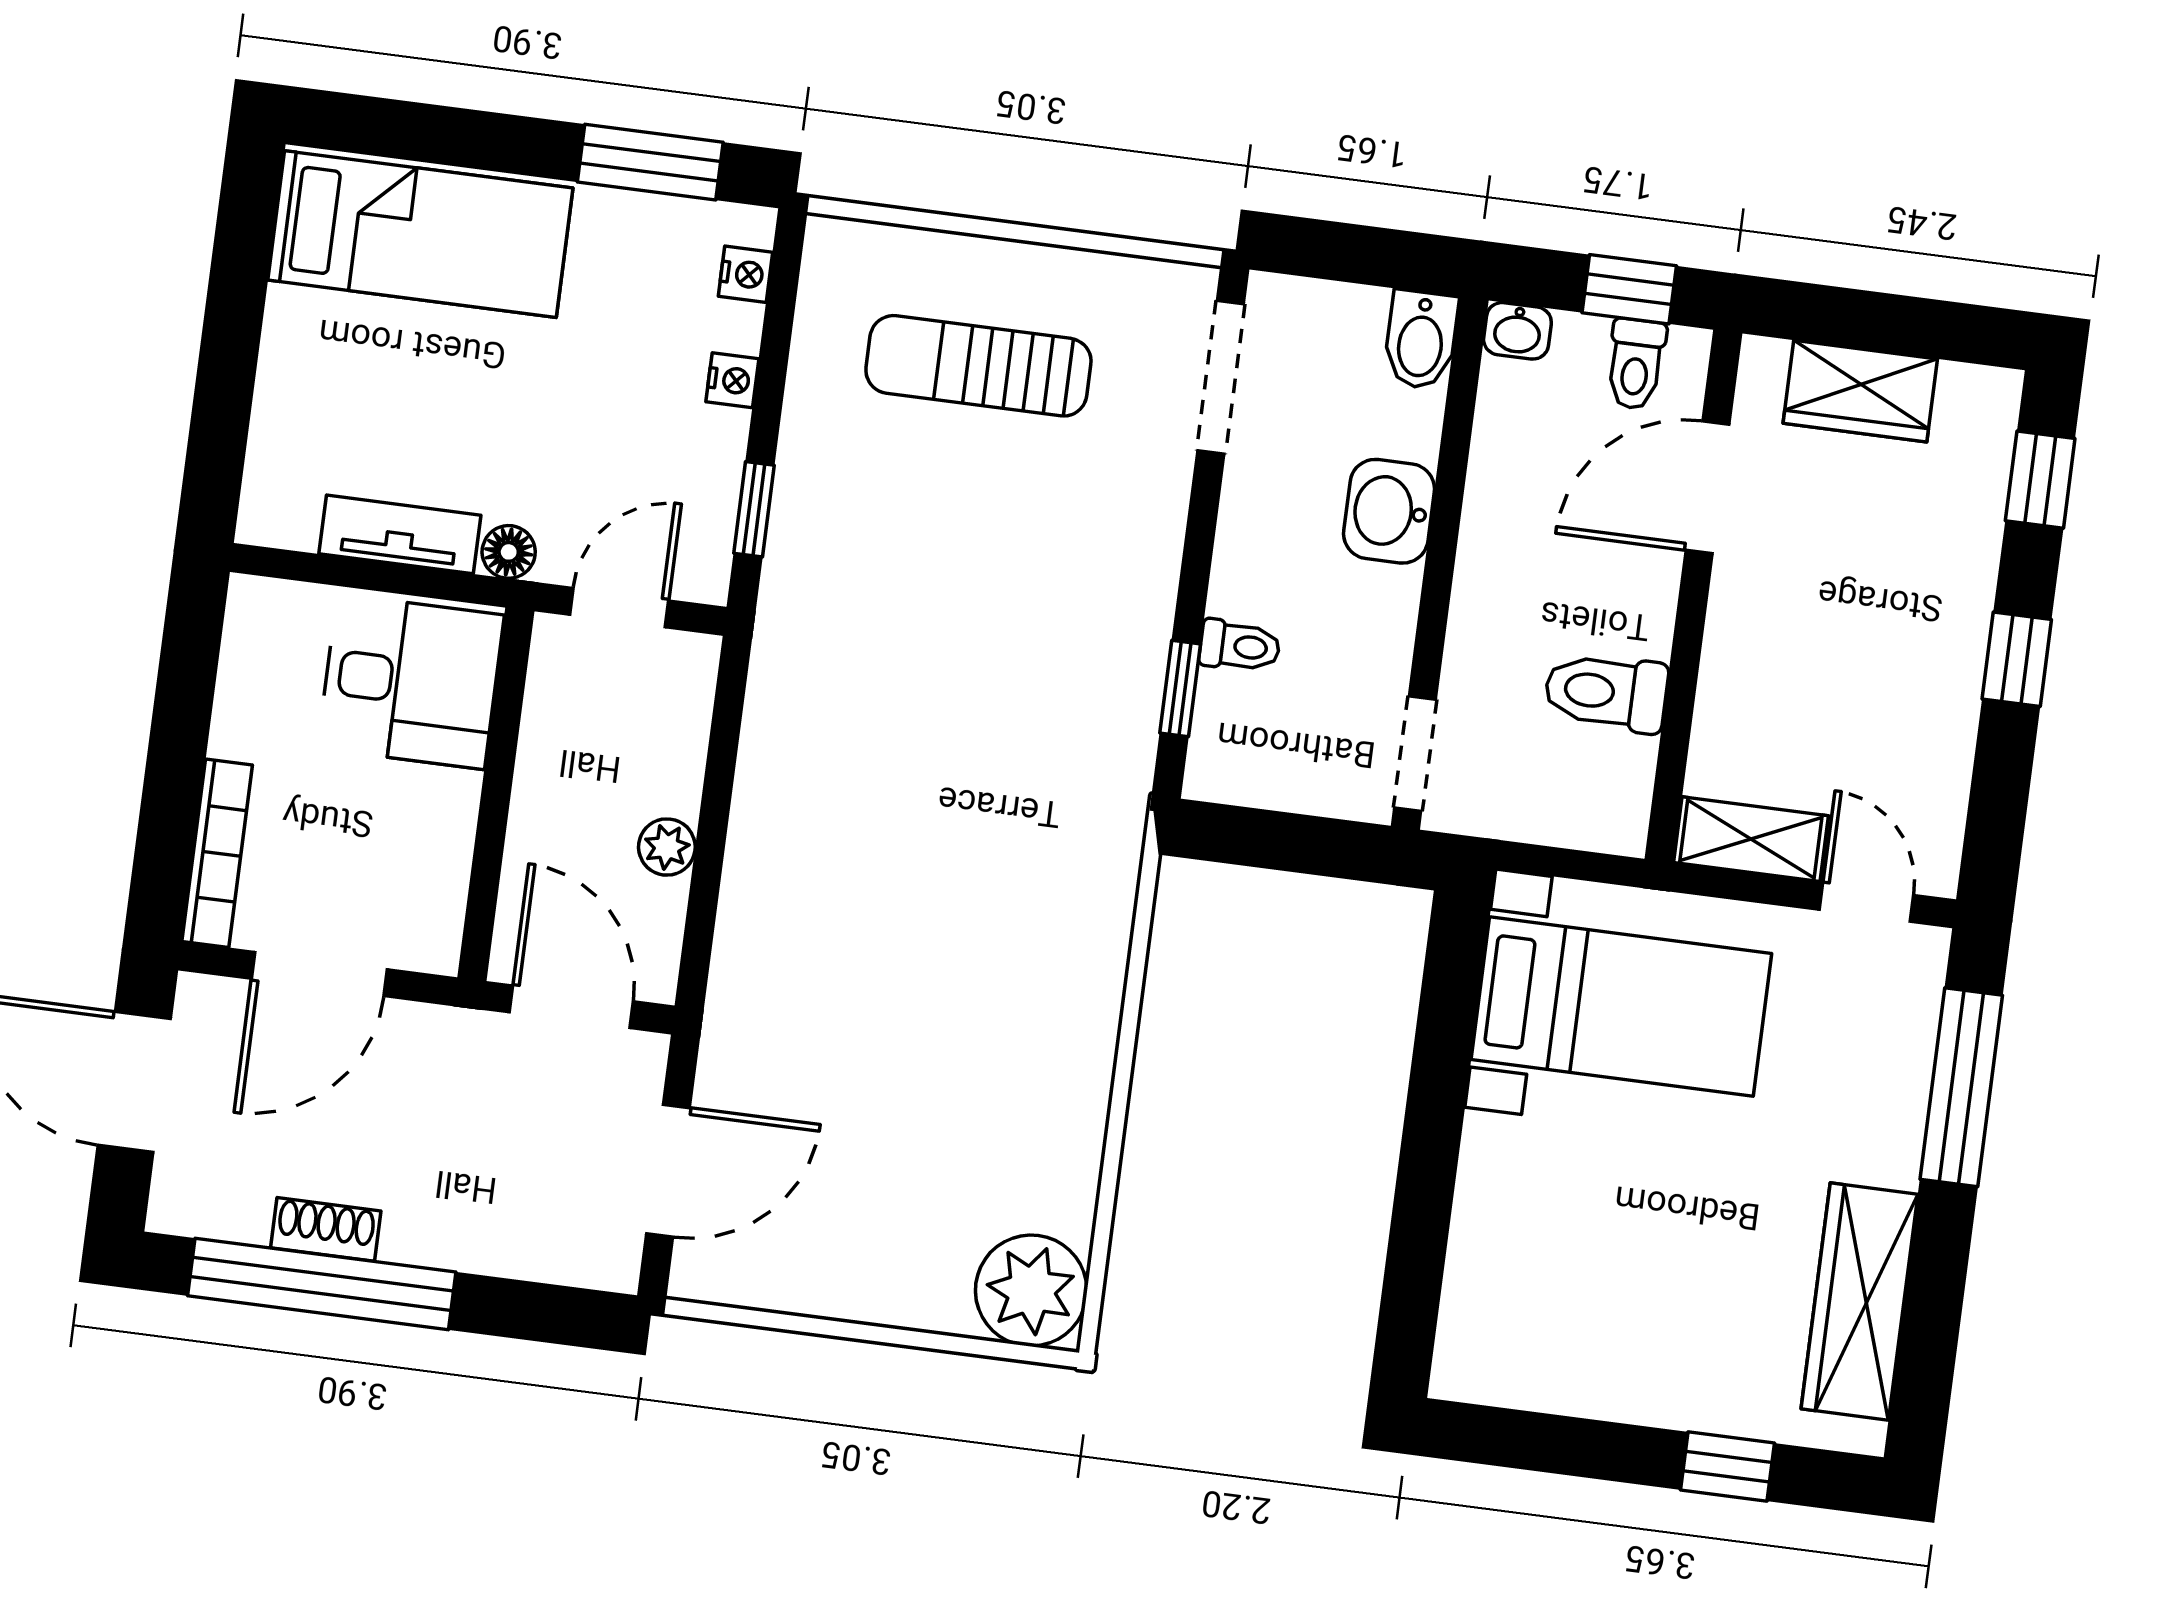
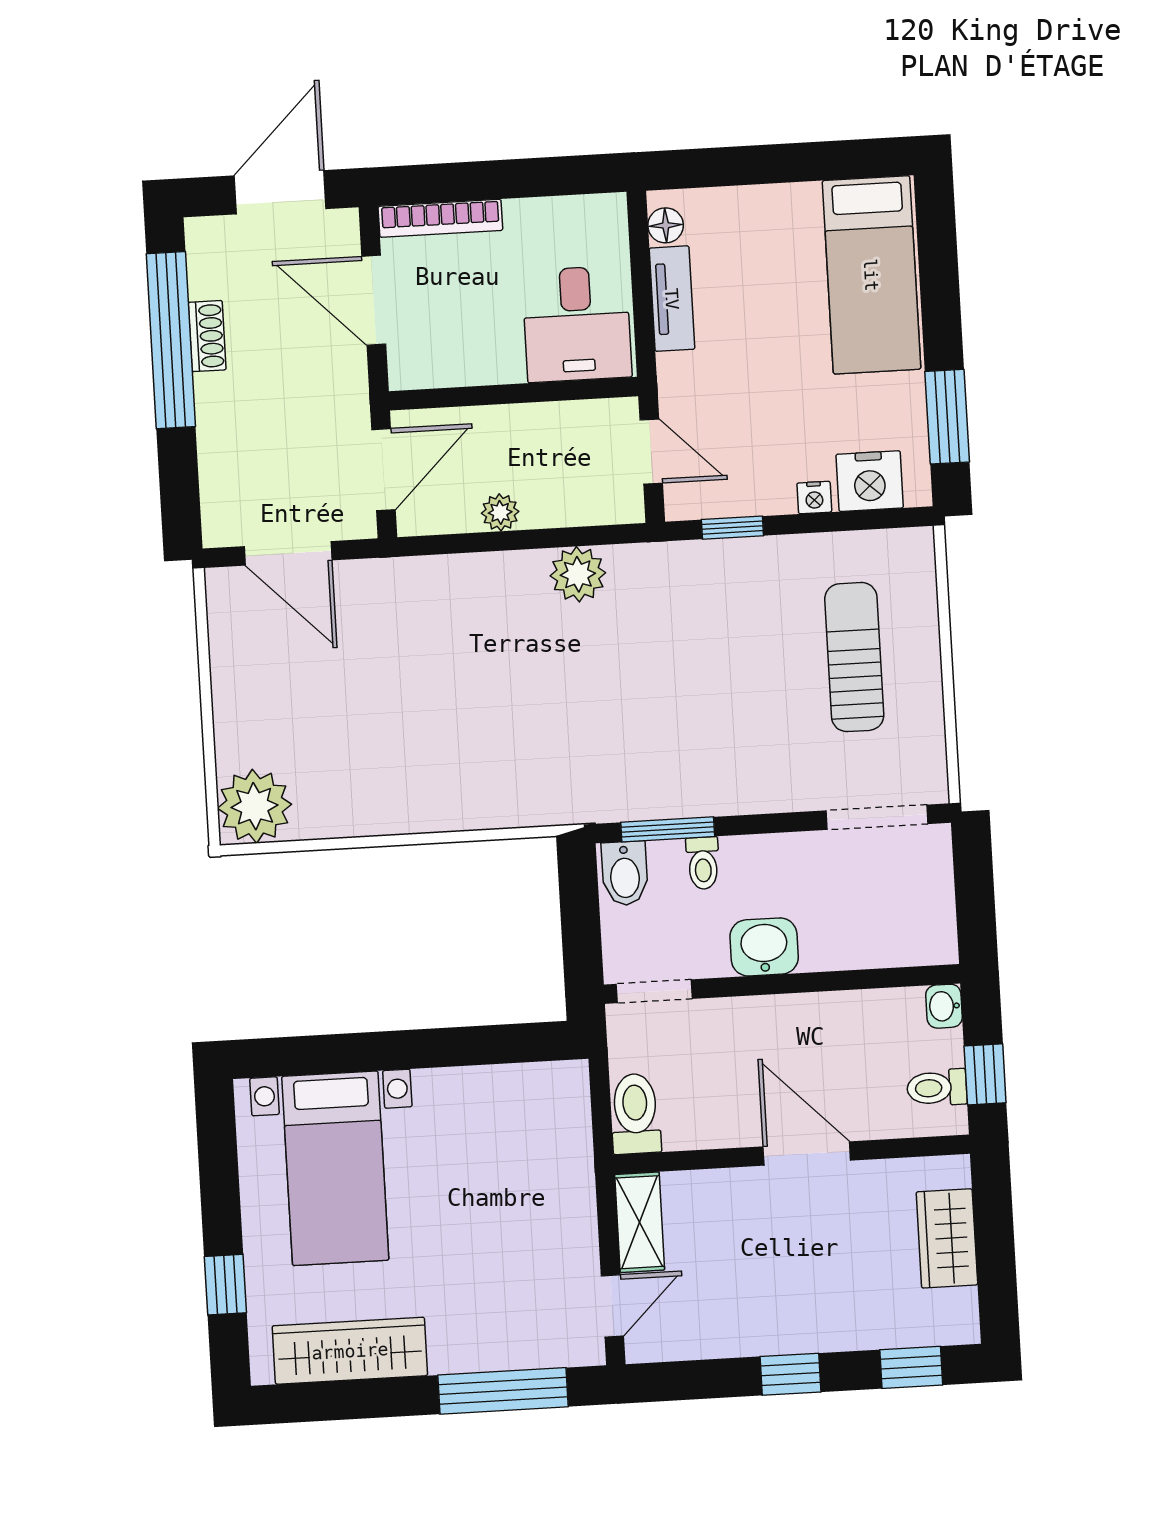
nightstand: (745, 274) -> (870, 481), width x1.89, depth x1.79
bidet: (1421, 340) -> (625, 873), moved, turned -90
door: (1708, 487) -> (807, 1154), moved
washbasin: (1389, 511) -> (764, 947), moved
floor lamp: (509, 552) -> (666, 225), moved
window: (1180, 689) -> (668, 829), width x1.50
toilet: (1606, 692) -> (635, 1114), moved
plant: (780, 750) -> (578, 574), added
bed with nightstands: (1621, 1006) -> (335, 1168), moved

